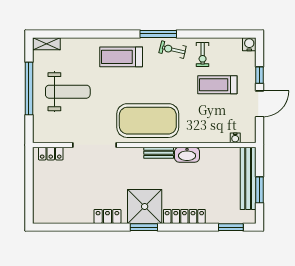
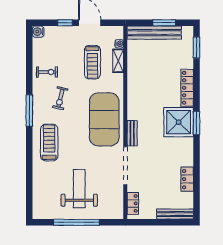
shelving: (47, 44) -> (118, 61), moved
exercise bike: (173, 50) -> (60, 98), moved
treadmill: (121, 57) -> (49, 142), turned 180
treadmill: (217, 85) -> (92, 62), moved
bench: (159, 153) -> (132, 133), moved
washbasin: (187, 155) -> (134, 85), removed
bench: (38, 202) -> (175, 214), added
locker: (107, 216) -> (187, 179), moved

